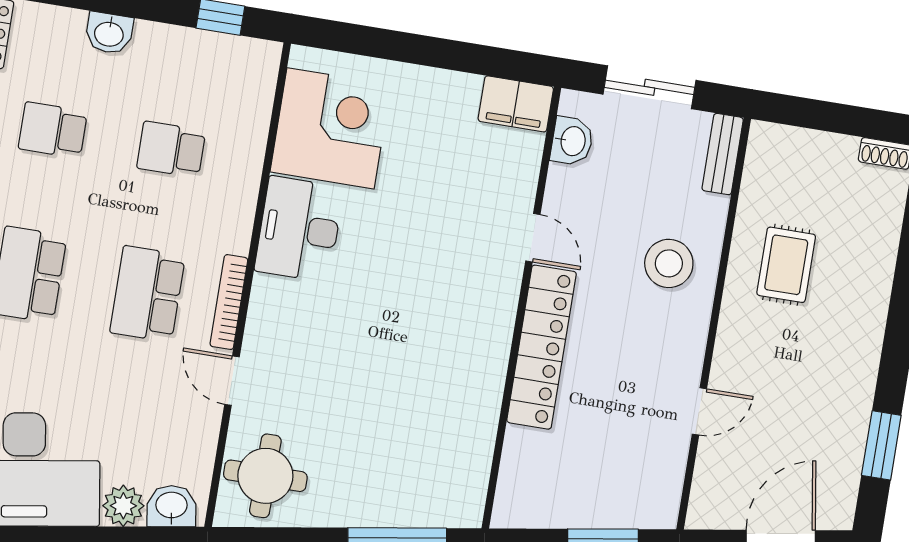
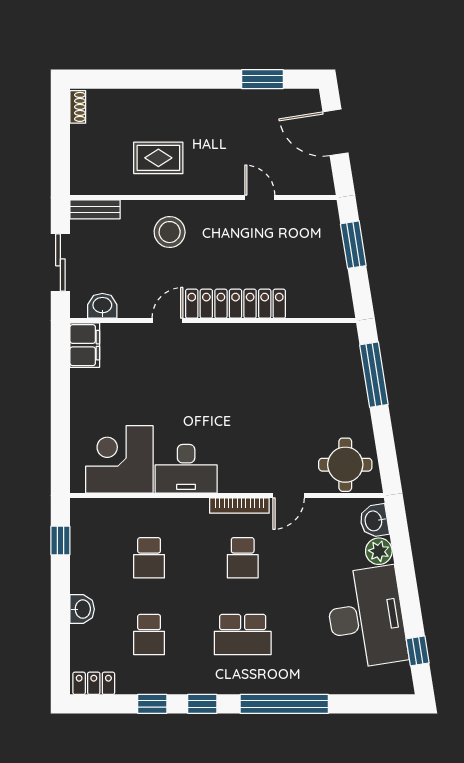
school desk: (148, 294) -> (243, 558), width x0.54

